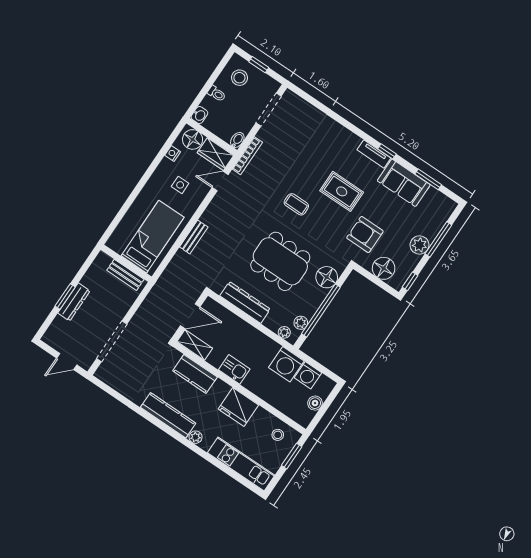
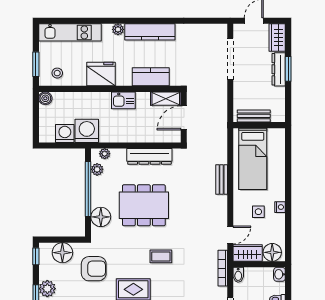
nightstand: (173, 153) -> (280, 207), moved
wardrobe: (56, 332) -> (277, 37), added
boiler: (315, 403) -> (45, 98), moved

